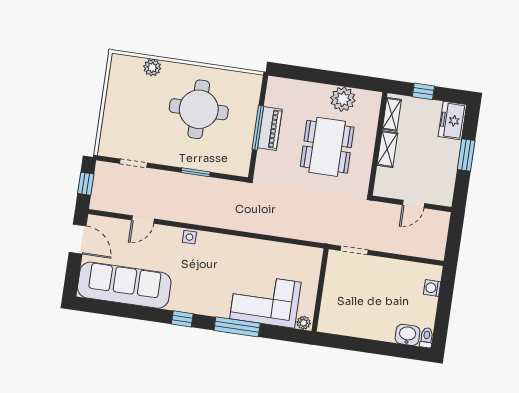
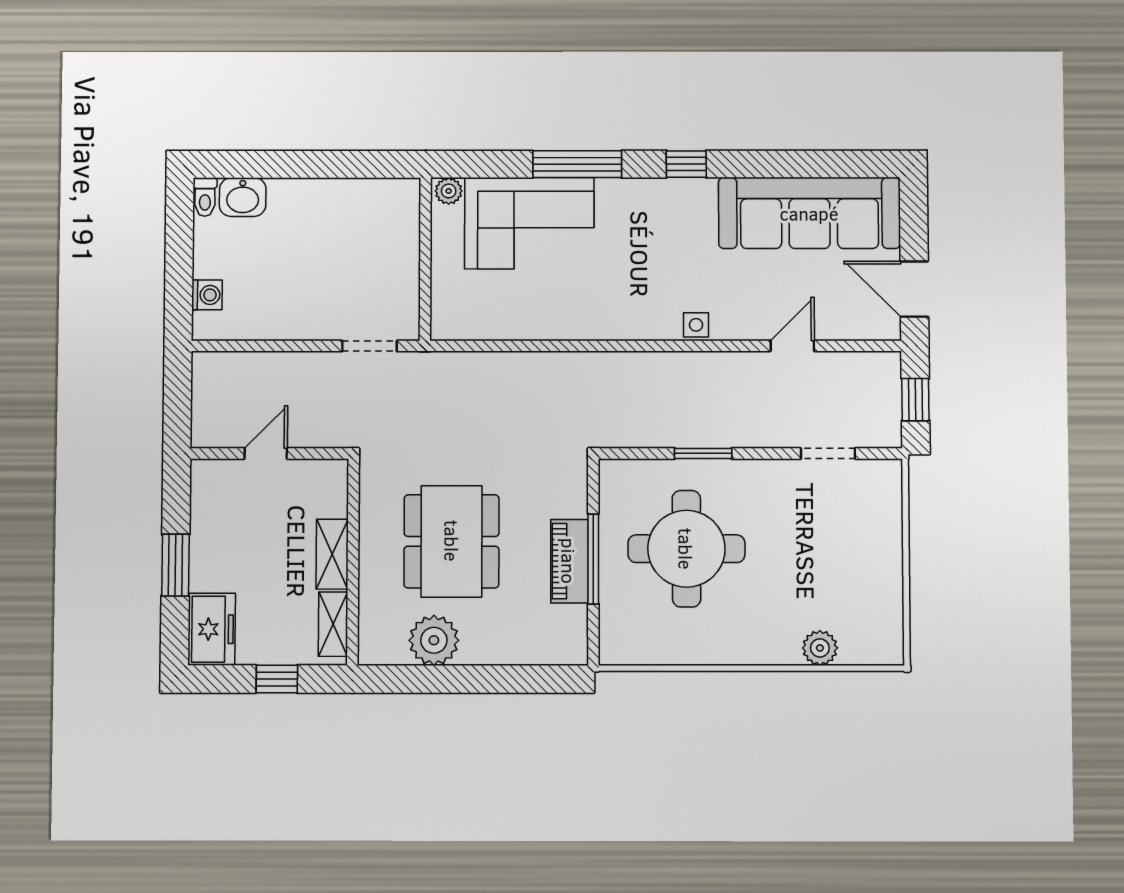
round table: (199, 109) -> (686, 549), moved

